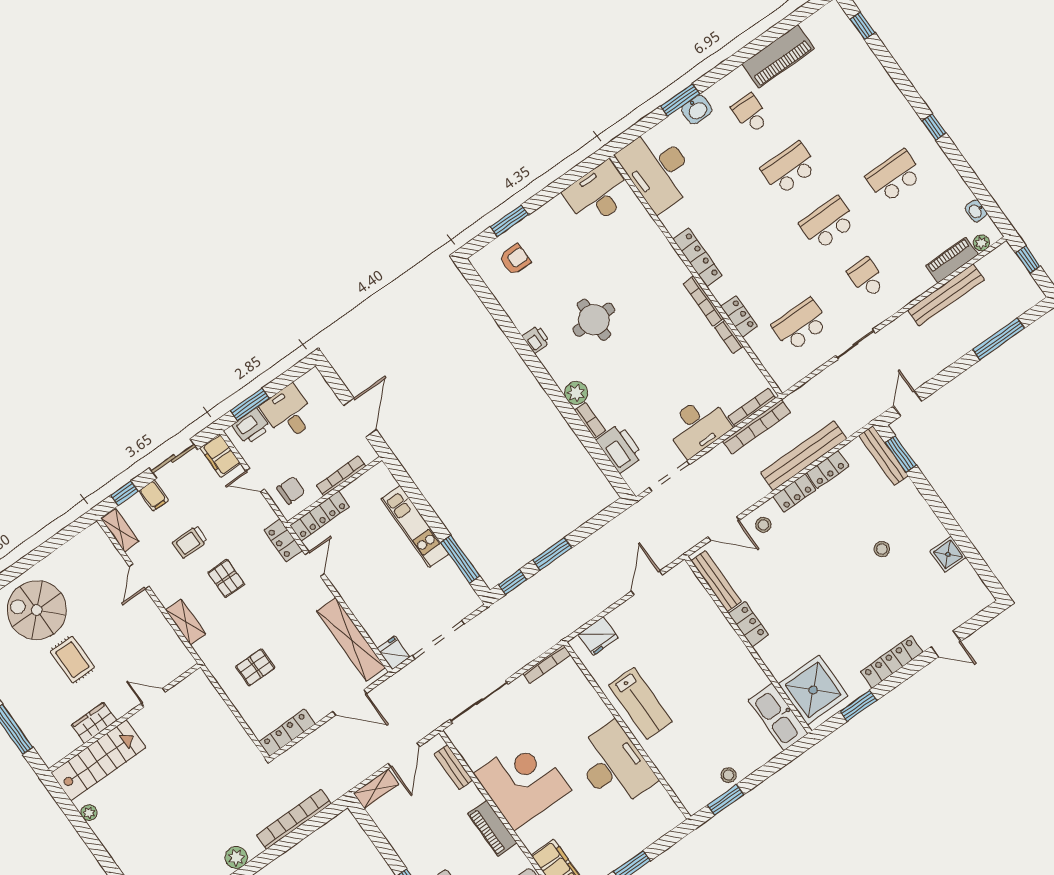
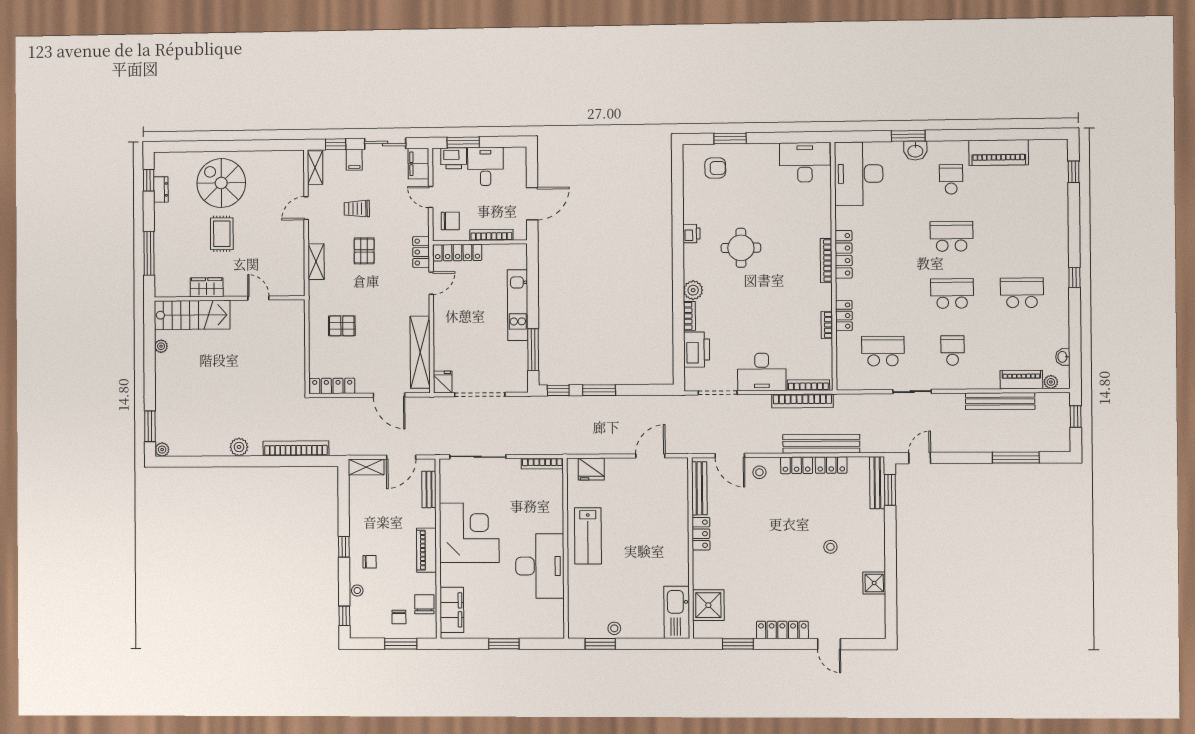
bookcase: (703, 301) -> (826, 261), moved
shower: (813, 690) -> (708, 605), width x0.73, depth x0.73

